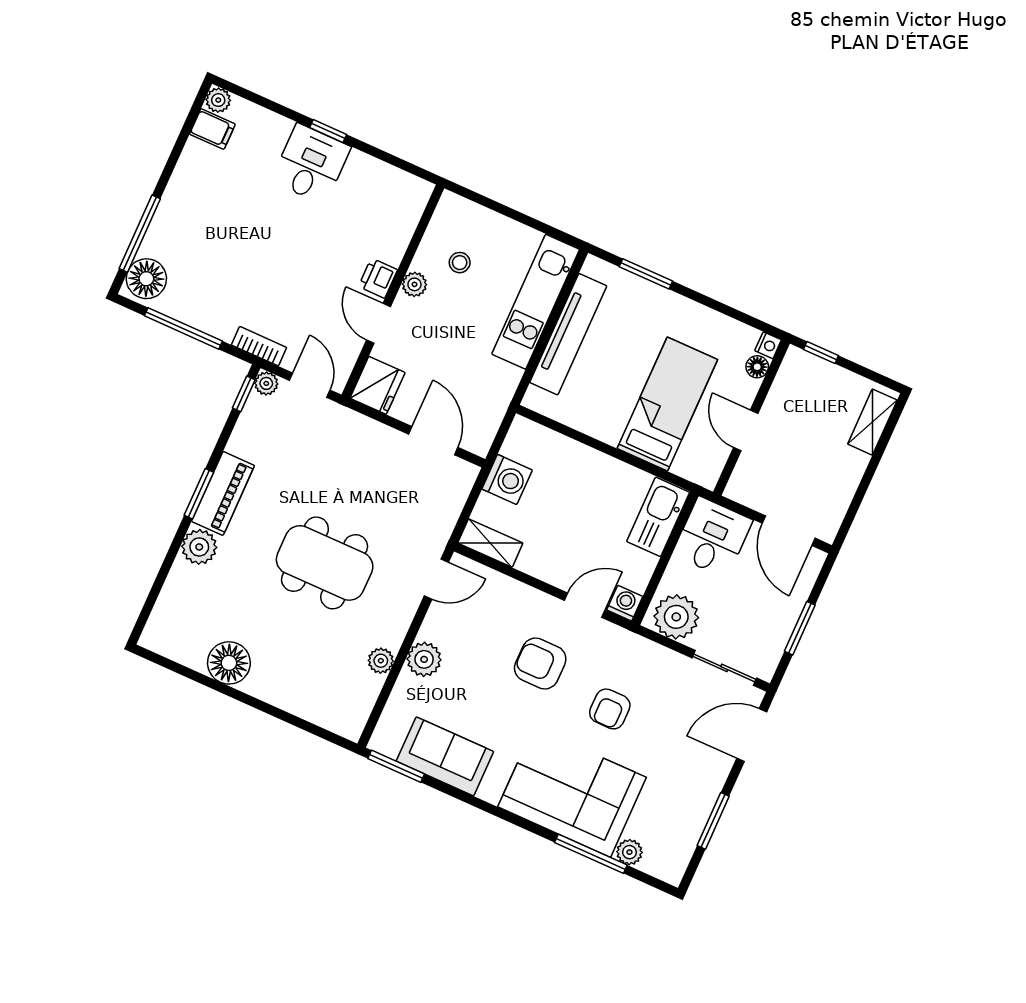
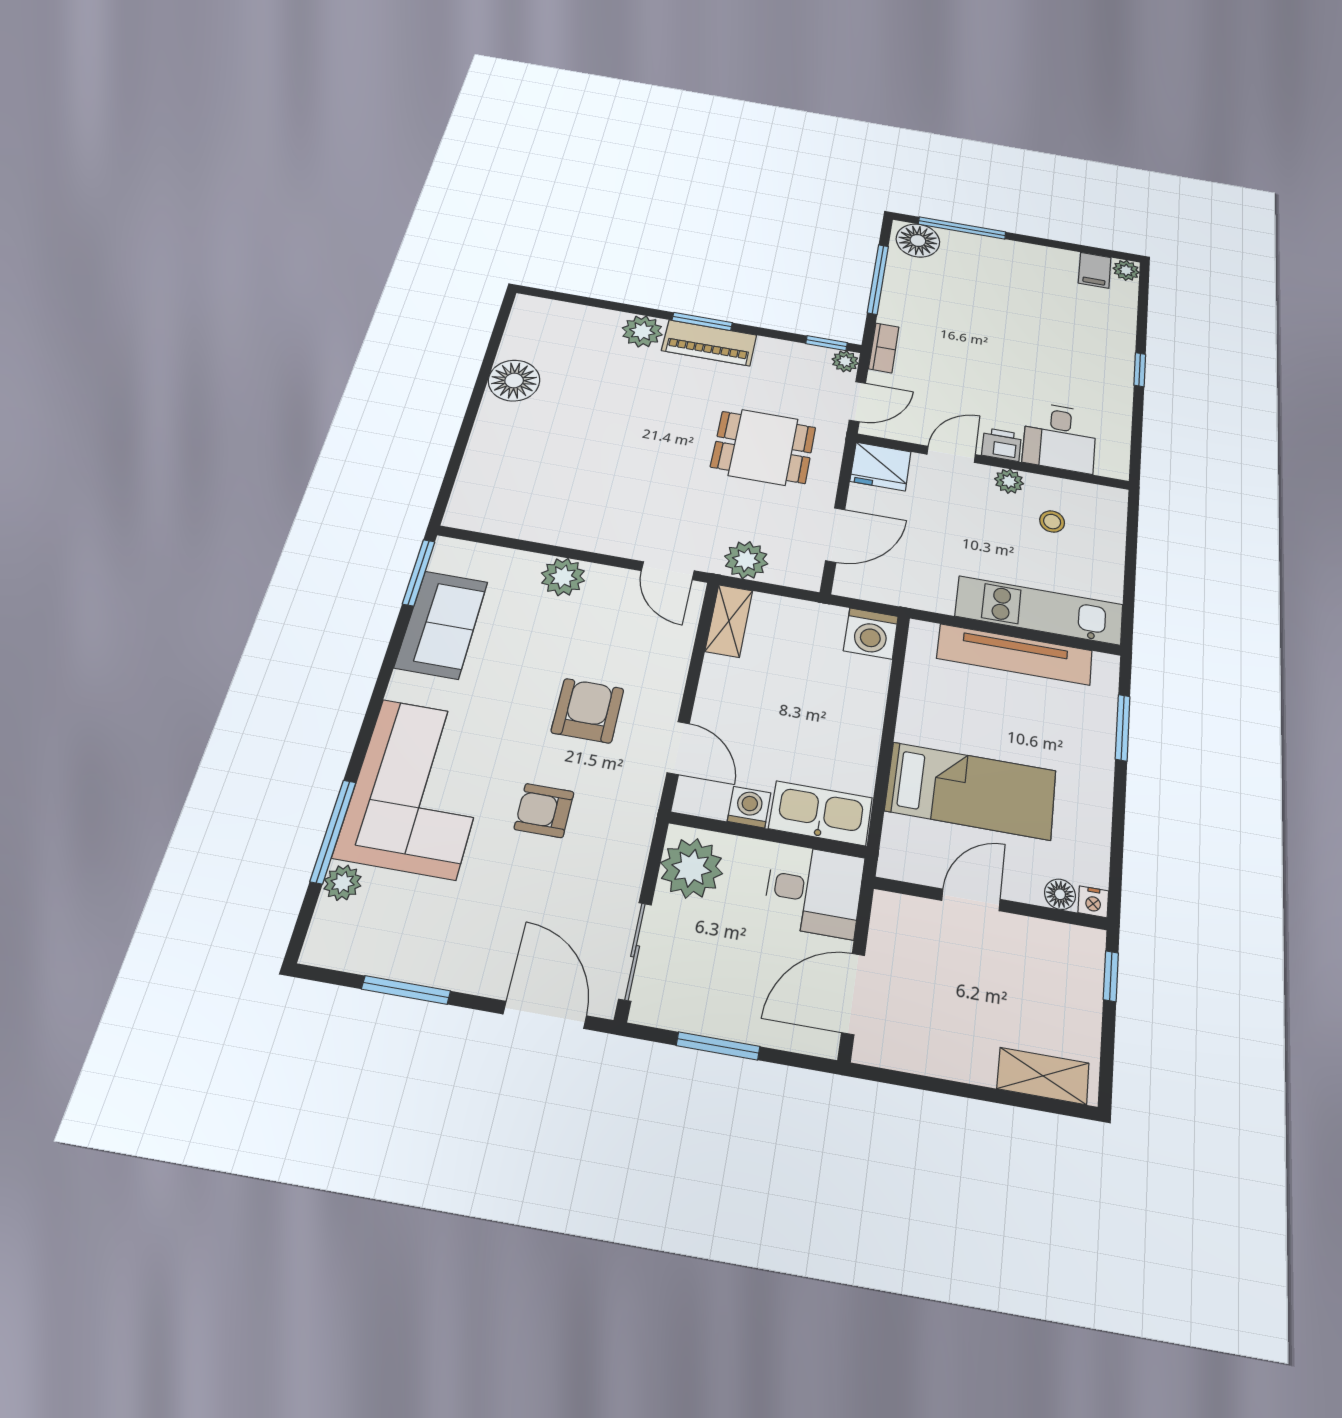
desk: (311, 164) -> (1060, 437), moved, turned 90
washing machine: (507, 479) -> (871, 634), moved
dining table: (325, 563) -> (763, 447), moved, width x0.73
washing machine: (625, 603) -> (749, 807), moved, turned -90
plant: (381, 661) -> (746, 560), moved, width x1.38, depth x1.38

